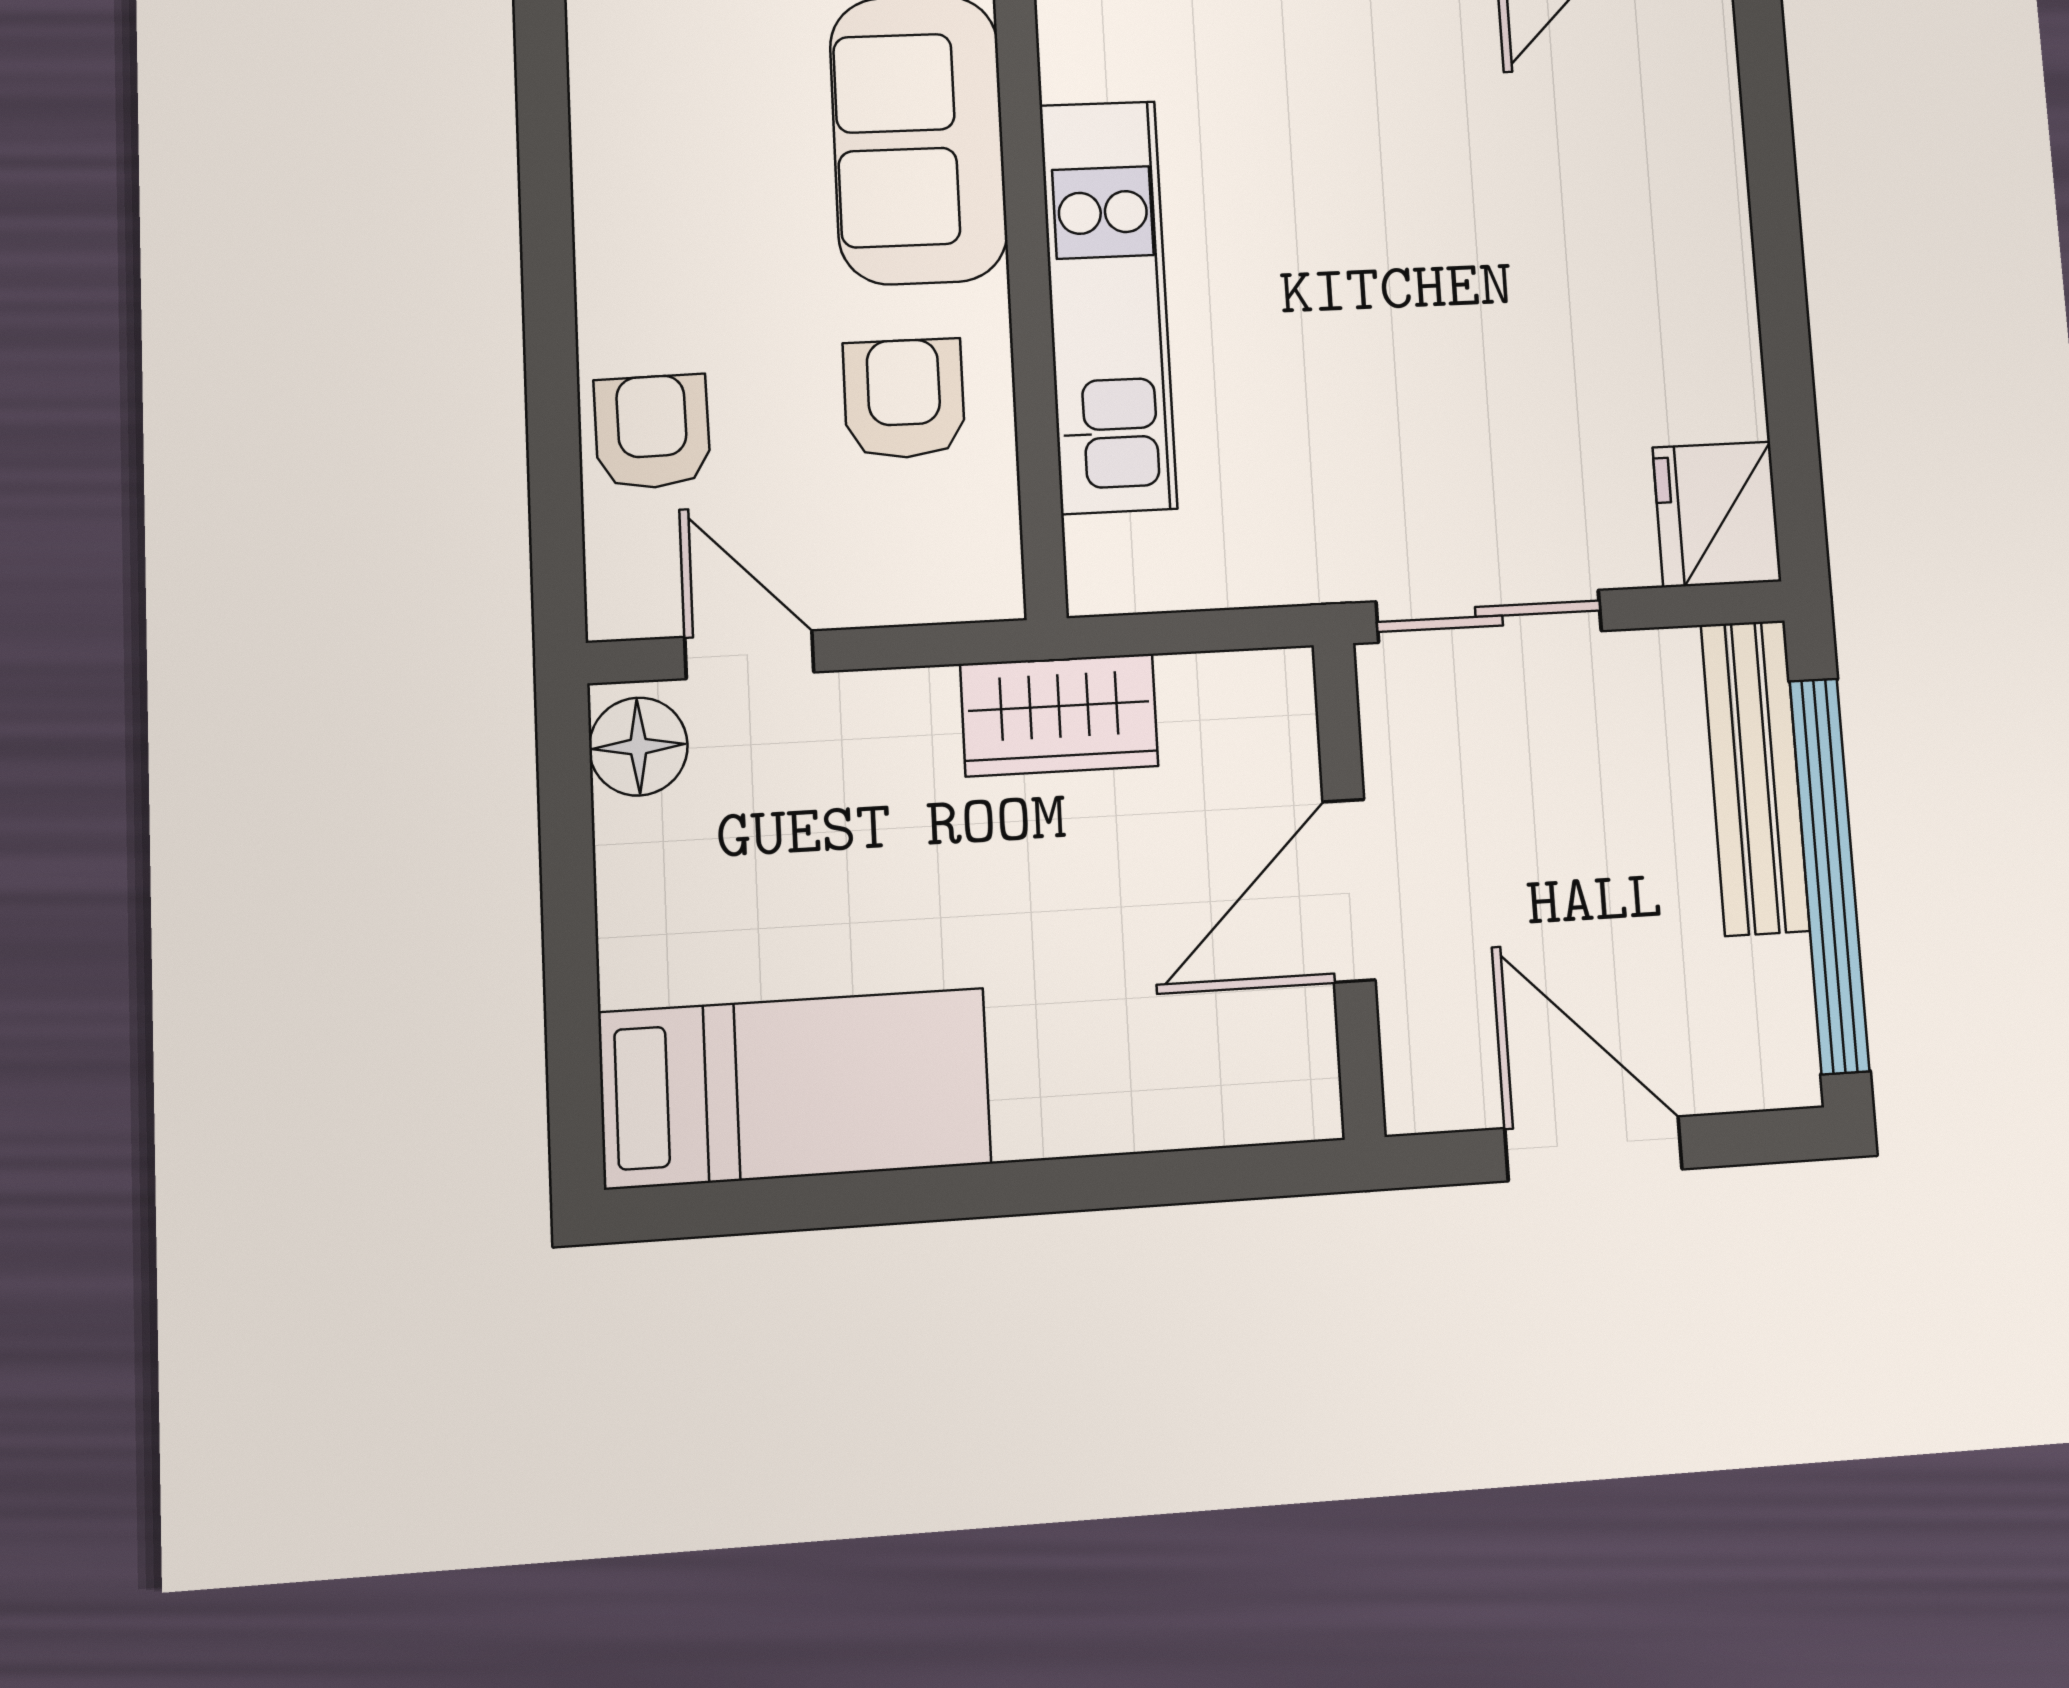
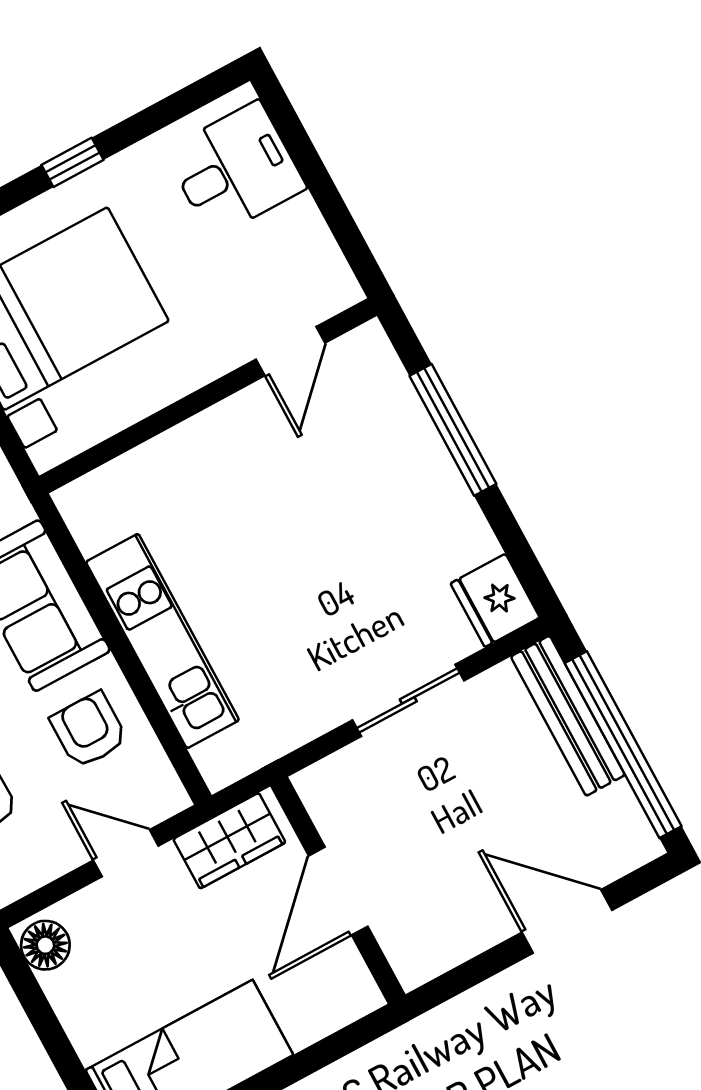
window: (1773, 189) -> (453, 430), added
door: (749, 655) -> (126, 853), moved
wall: (1349, 889) -> (338, 890), moved
door: (1349, 891) -> (338, 891), moved

